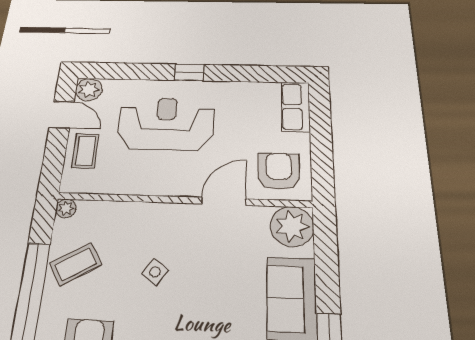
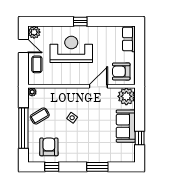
armchair: (279, 171) -> (121, 71), turned -90

